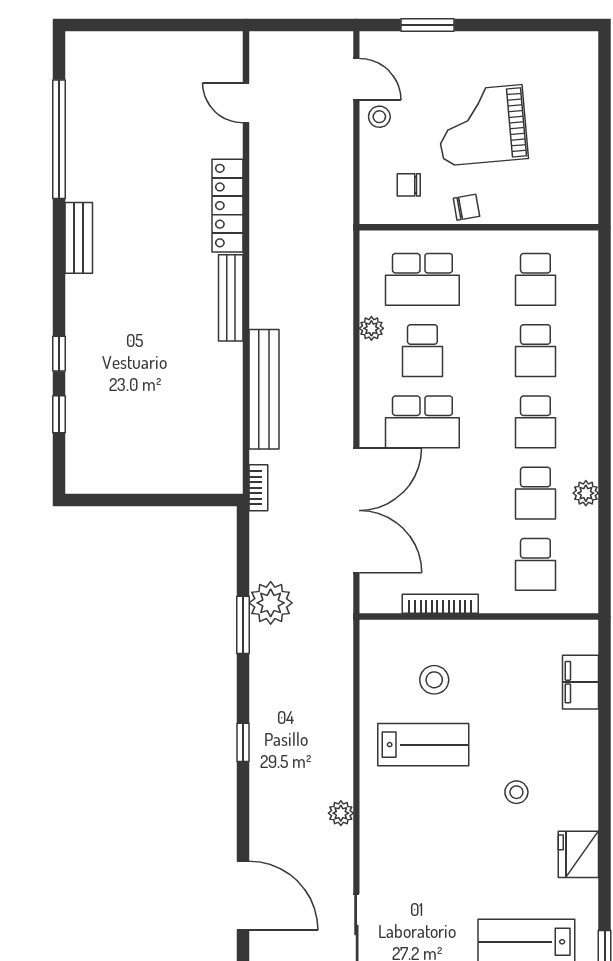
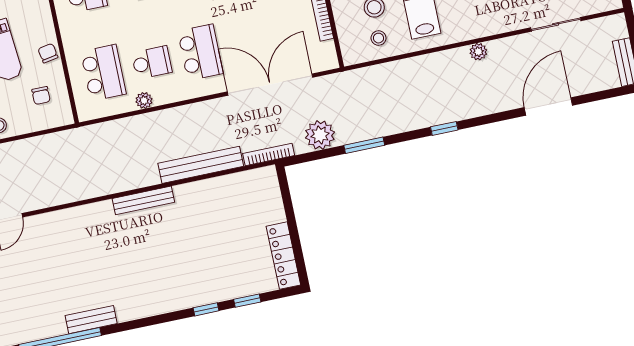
locker: (228, 206) -> (283, 256), moved, turned 90
bench: (79, 238) -> (91, 320), moved
bookcase: (258, 488) -> (269, 155), width x1.56
plant: (271, 603) -> (320, 135), moved
stool: (390, 677) -> (378, 38), added

